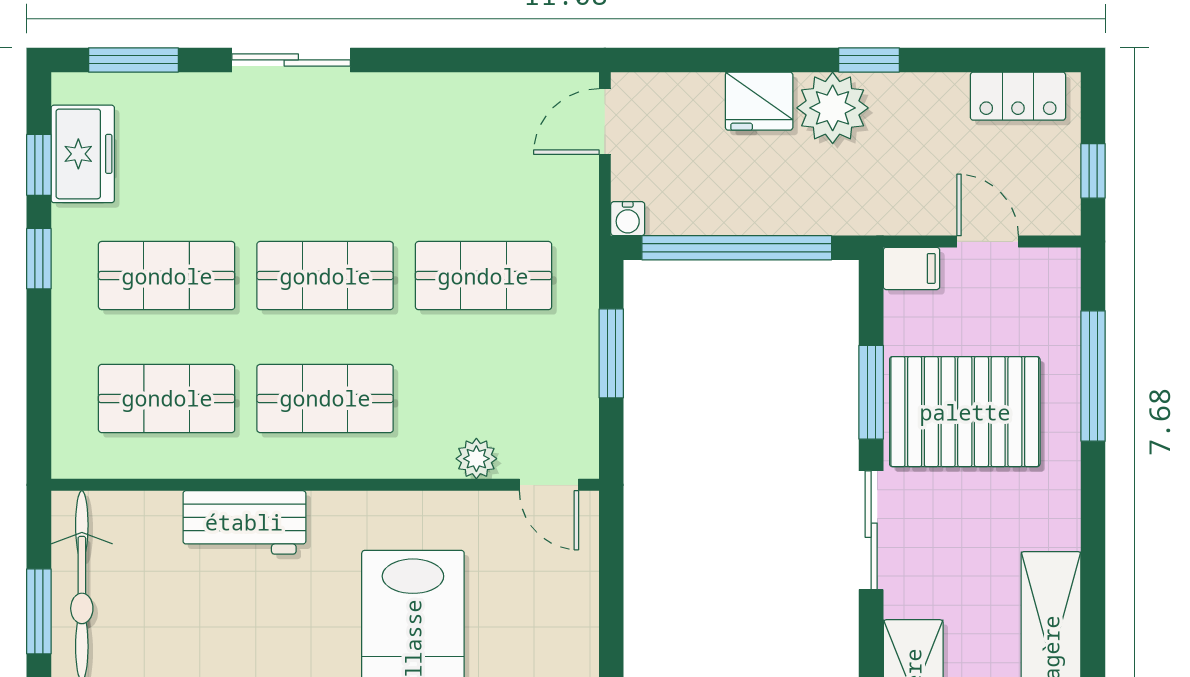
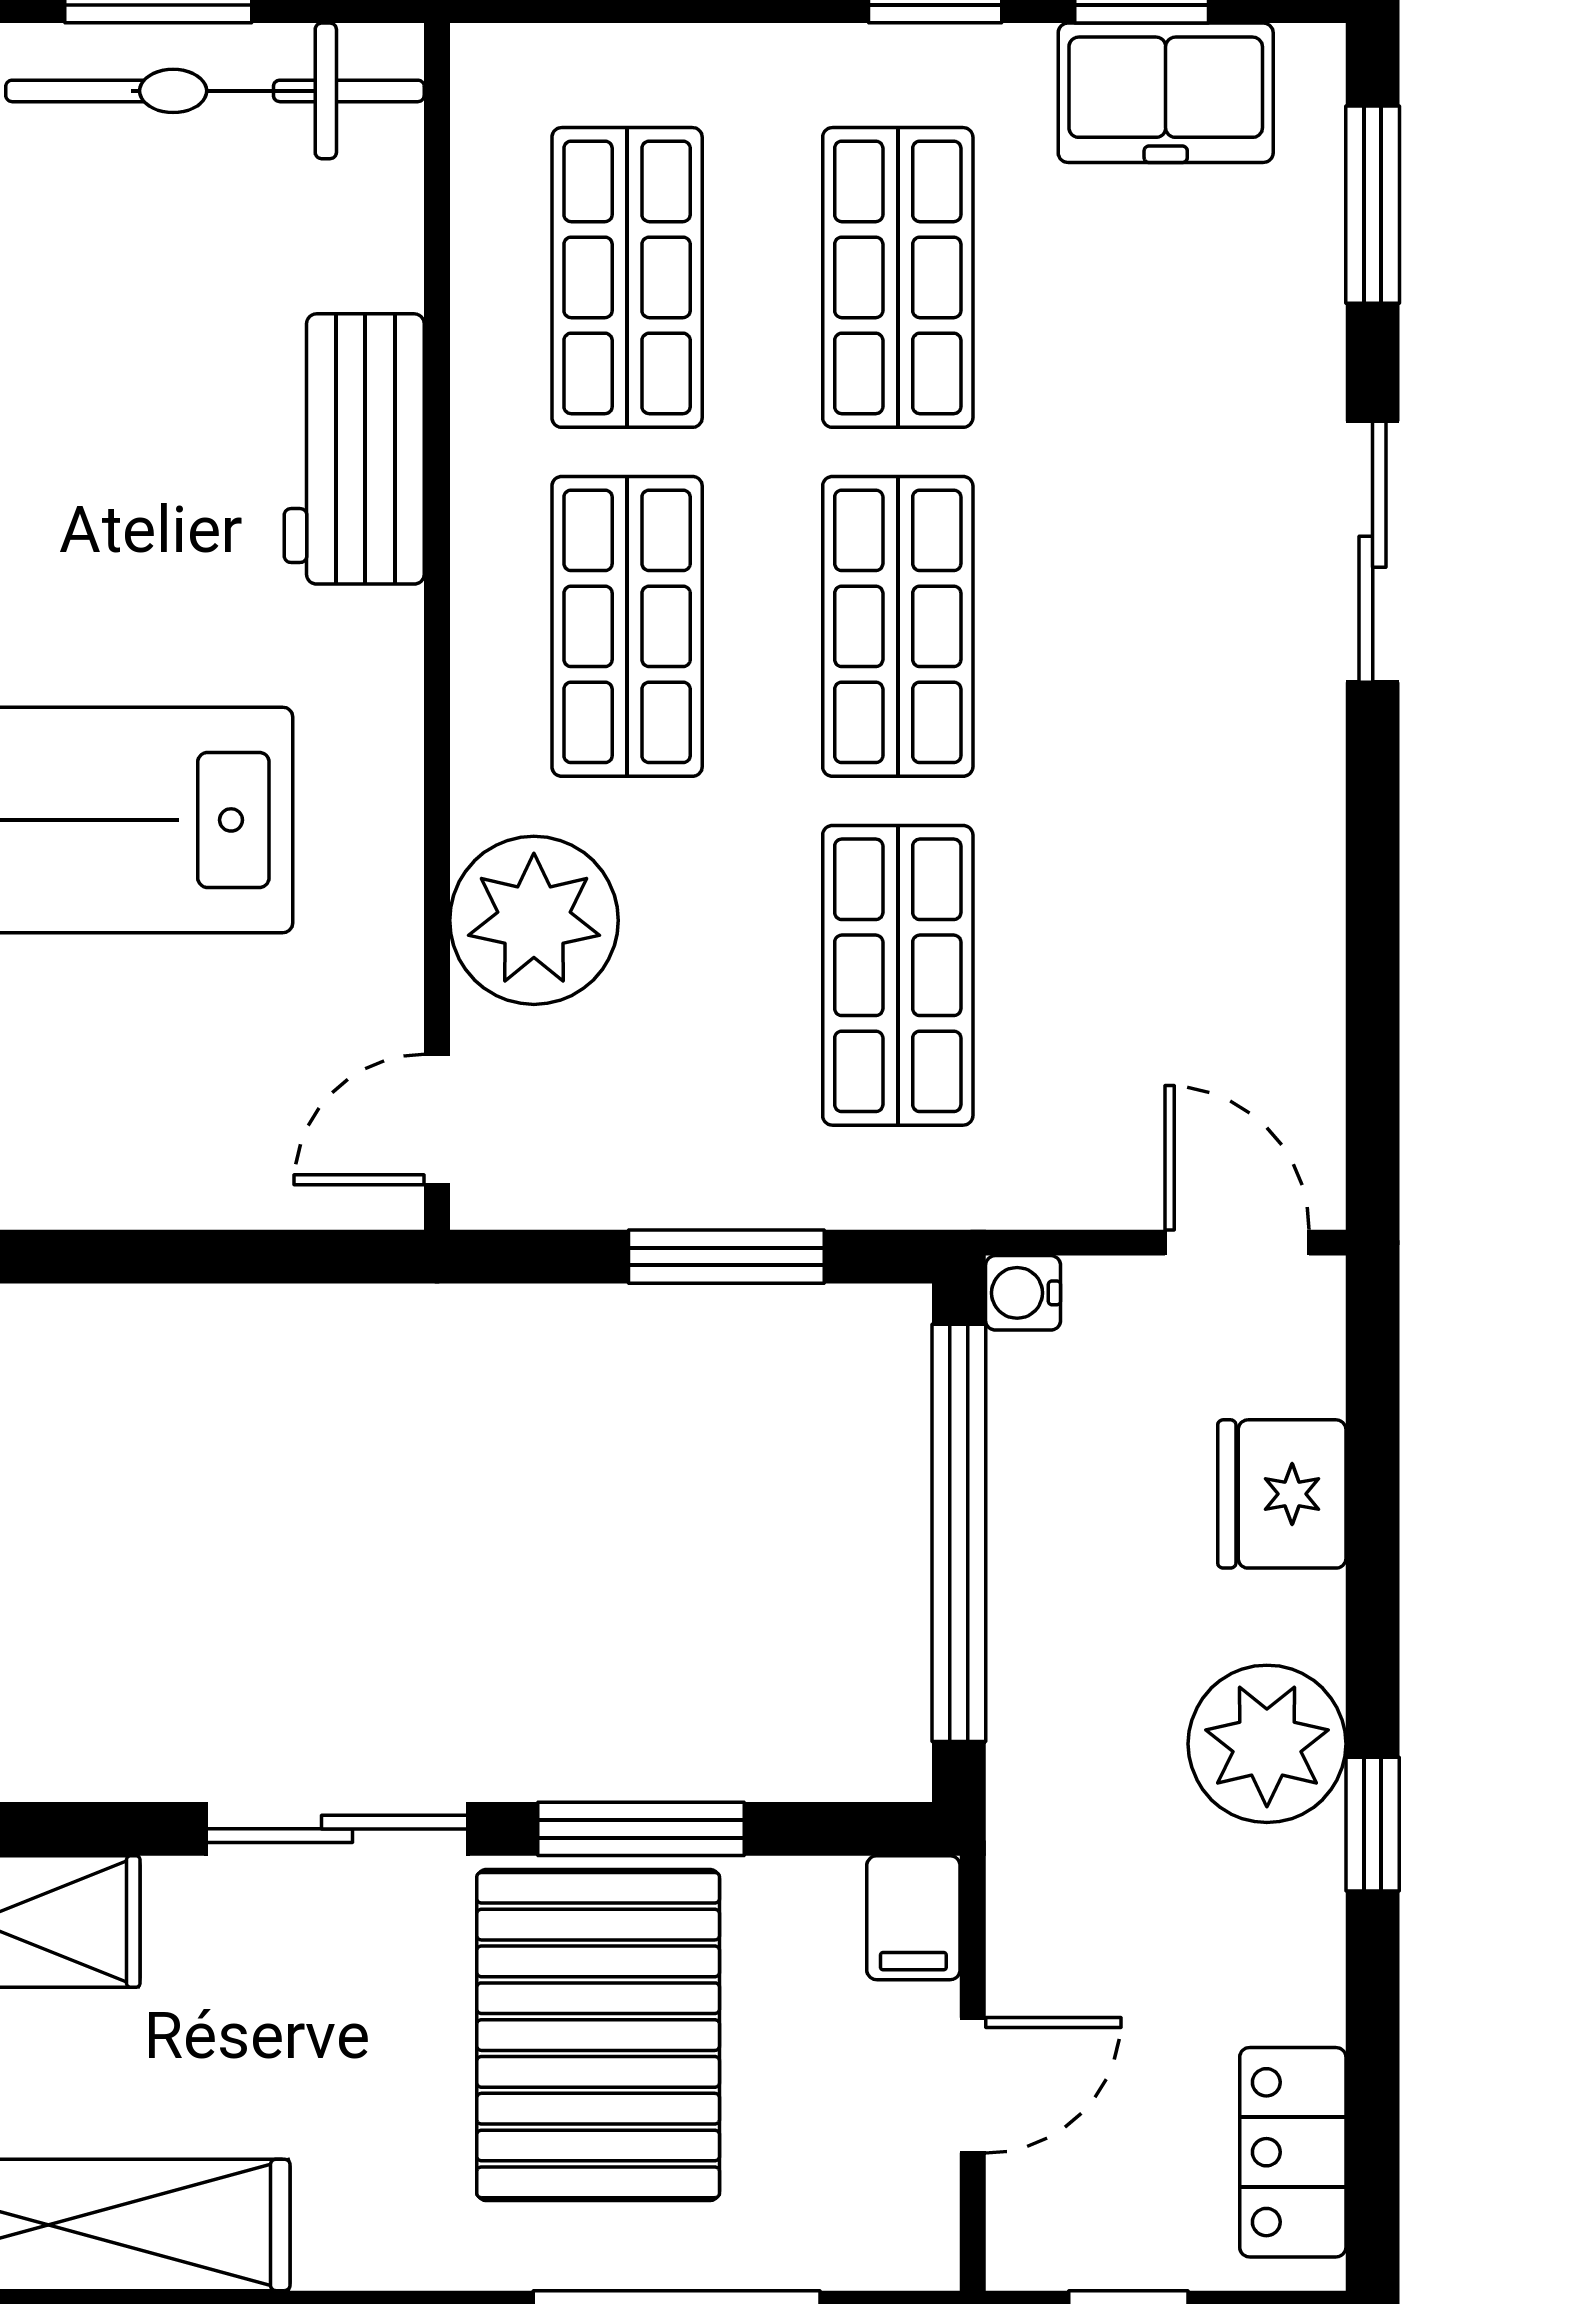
fridge: (759, 101) -> (1282, 1494), moved
plant: (476, 459) -> (534, 920), width x1.88, depth x1.88

